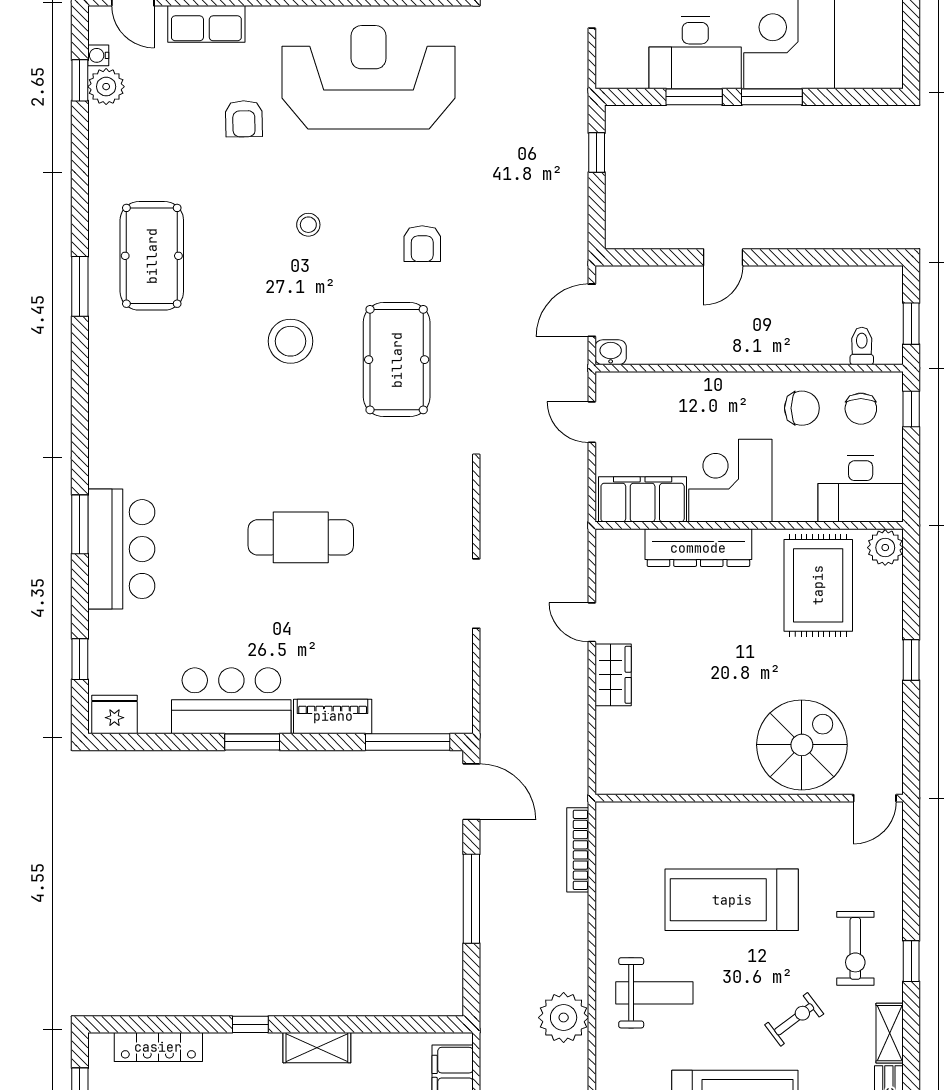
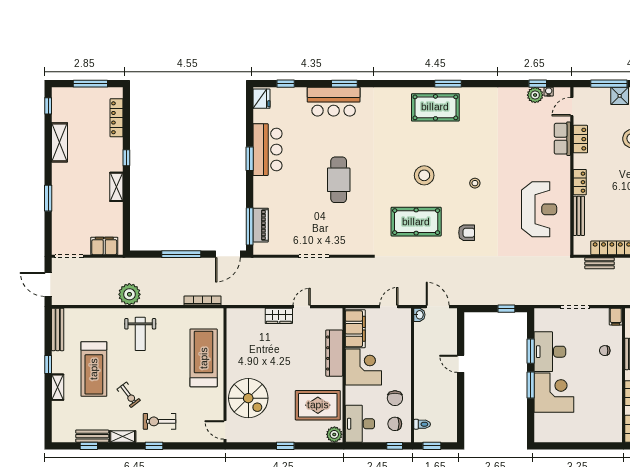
reception desk: (368, 77) -> (539, 209), width x0.74, depth x0.77
armchair: (244, 119) -> (521, 155), removed
armchair: (422, 244) -> (467, 233), turned 180
pool table: (152, 256) -> (435, 107), moved
piano: (333, 716) -> (261, 225), moved
treadmill: (732, 900) -> (204, 358), moved

